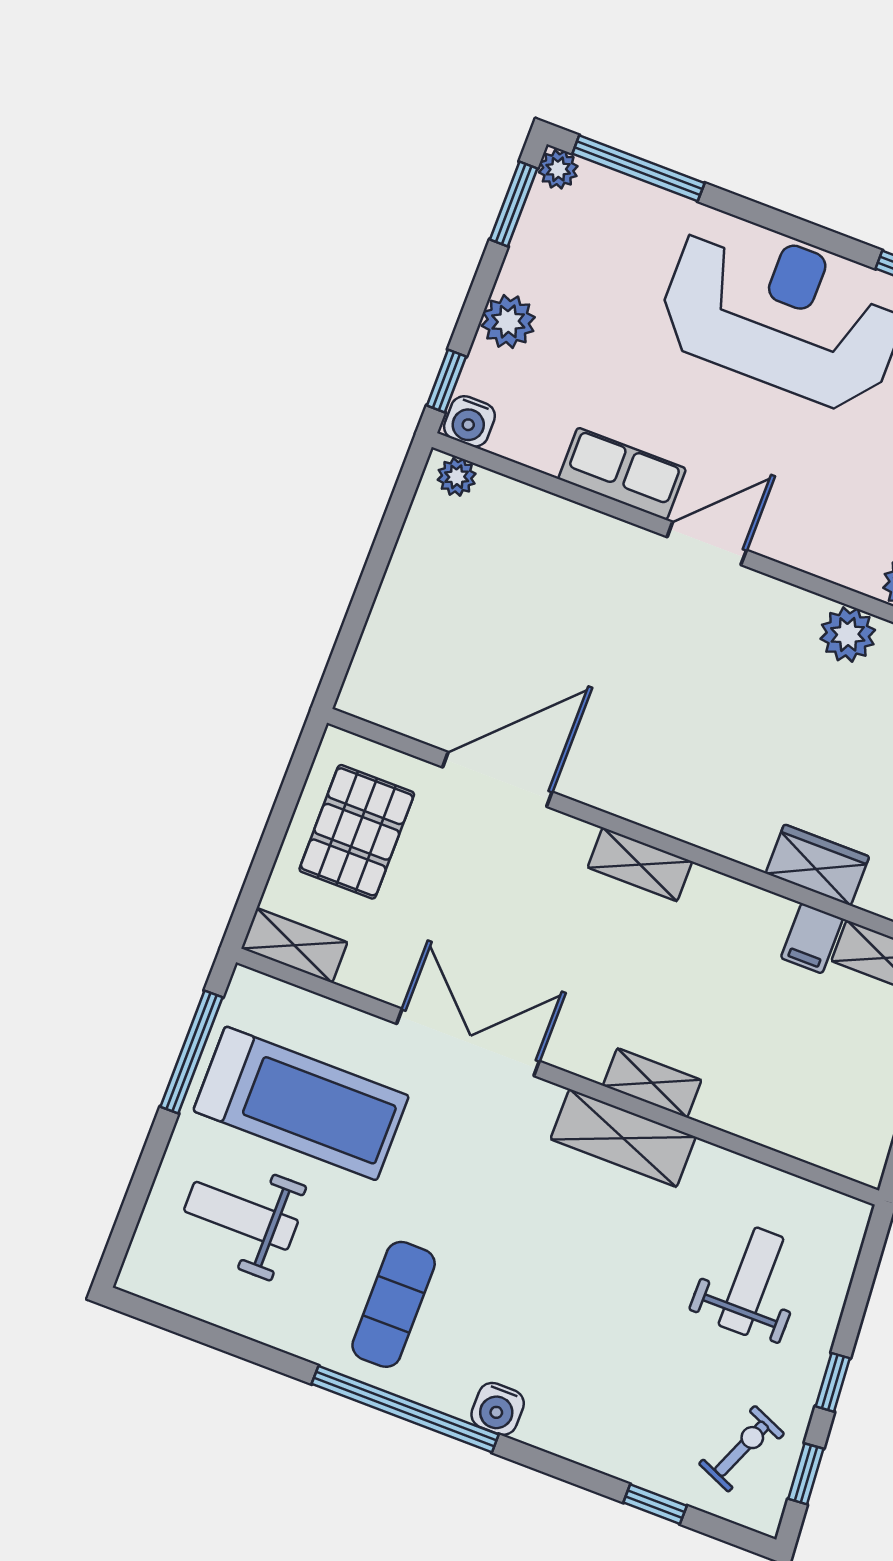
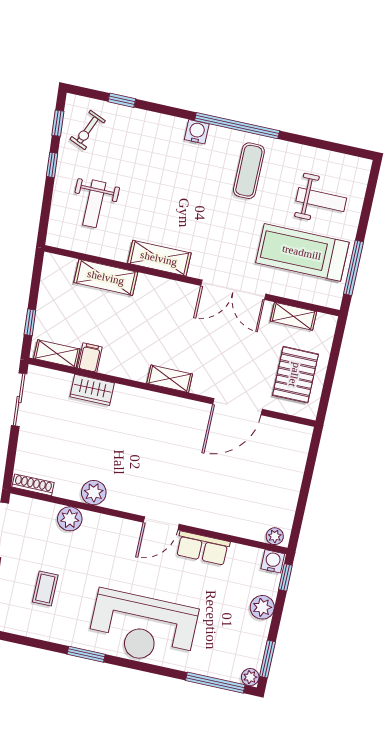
shelving: (294, 945) -> (293, 316), moved
shelving: (652, 1083) -> (106, 277), moved, width x1.50, depth x1.33

